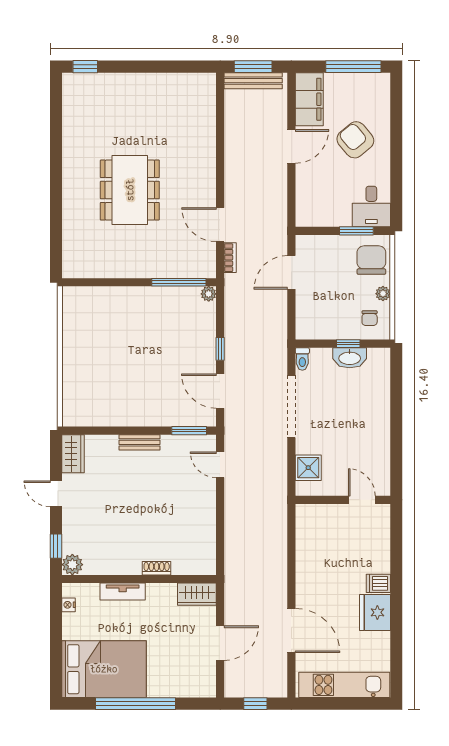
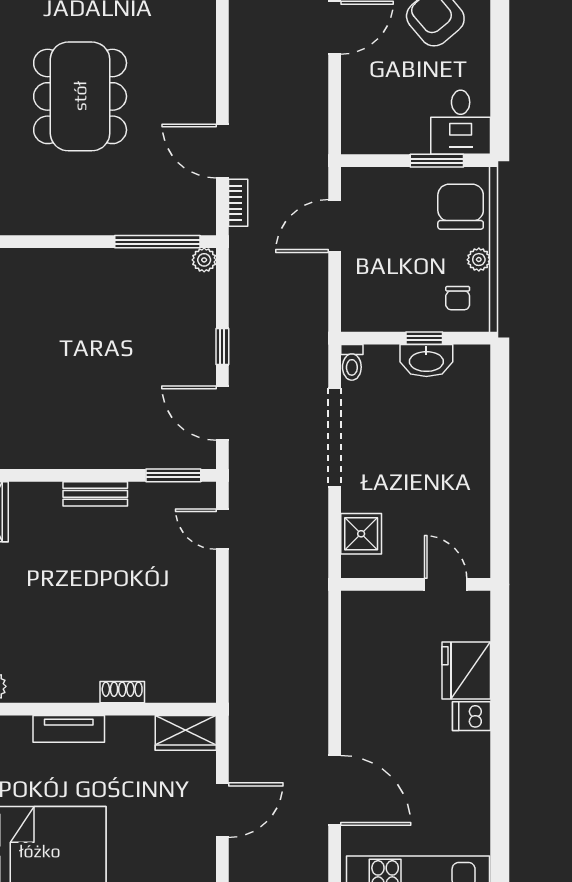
fridge: (375, 612) -> (466, 670), moved

